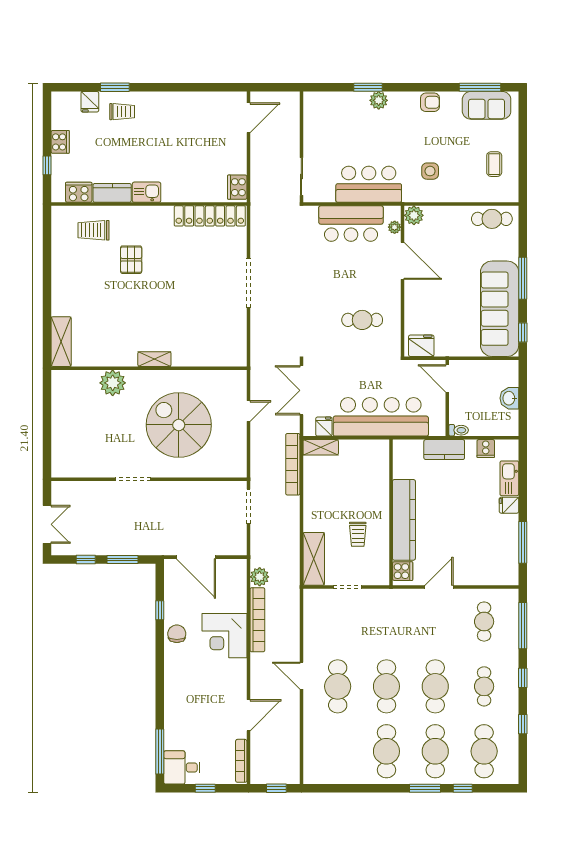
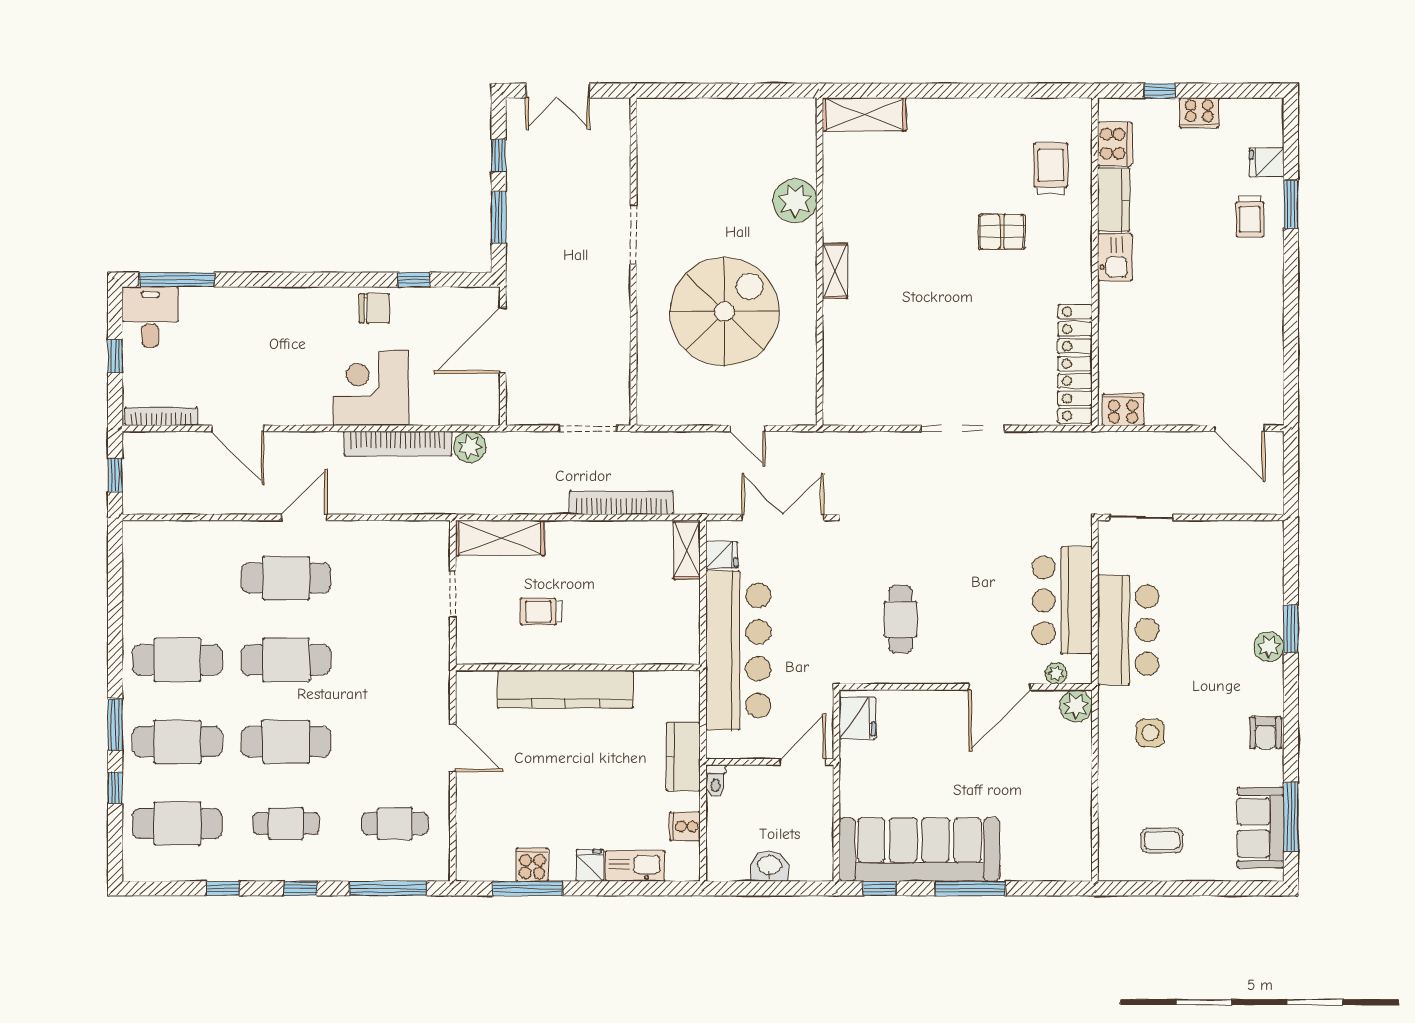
cafe table: (492, 219) -> (1070, 837), removed
bookcase: (293, 464) -> (621, 503), moved
cooker: (403, 571) -> (532, 865), moved, turned 180

